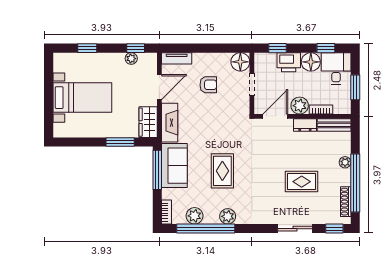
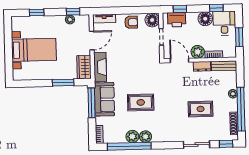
printer: (289, 62) -> (177, 20), moved
armchair: (208, 85) -> (131, 22), moved
door: (275, 116) -> (180, 60), hinge flipped
rug: (222, 171) -> (141, 102), turned 90
plant: (195, 216) -> (132, 137), moved

